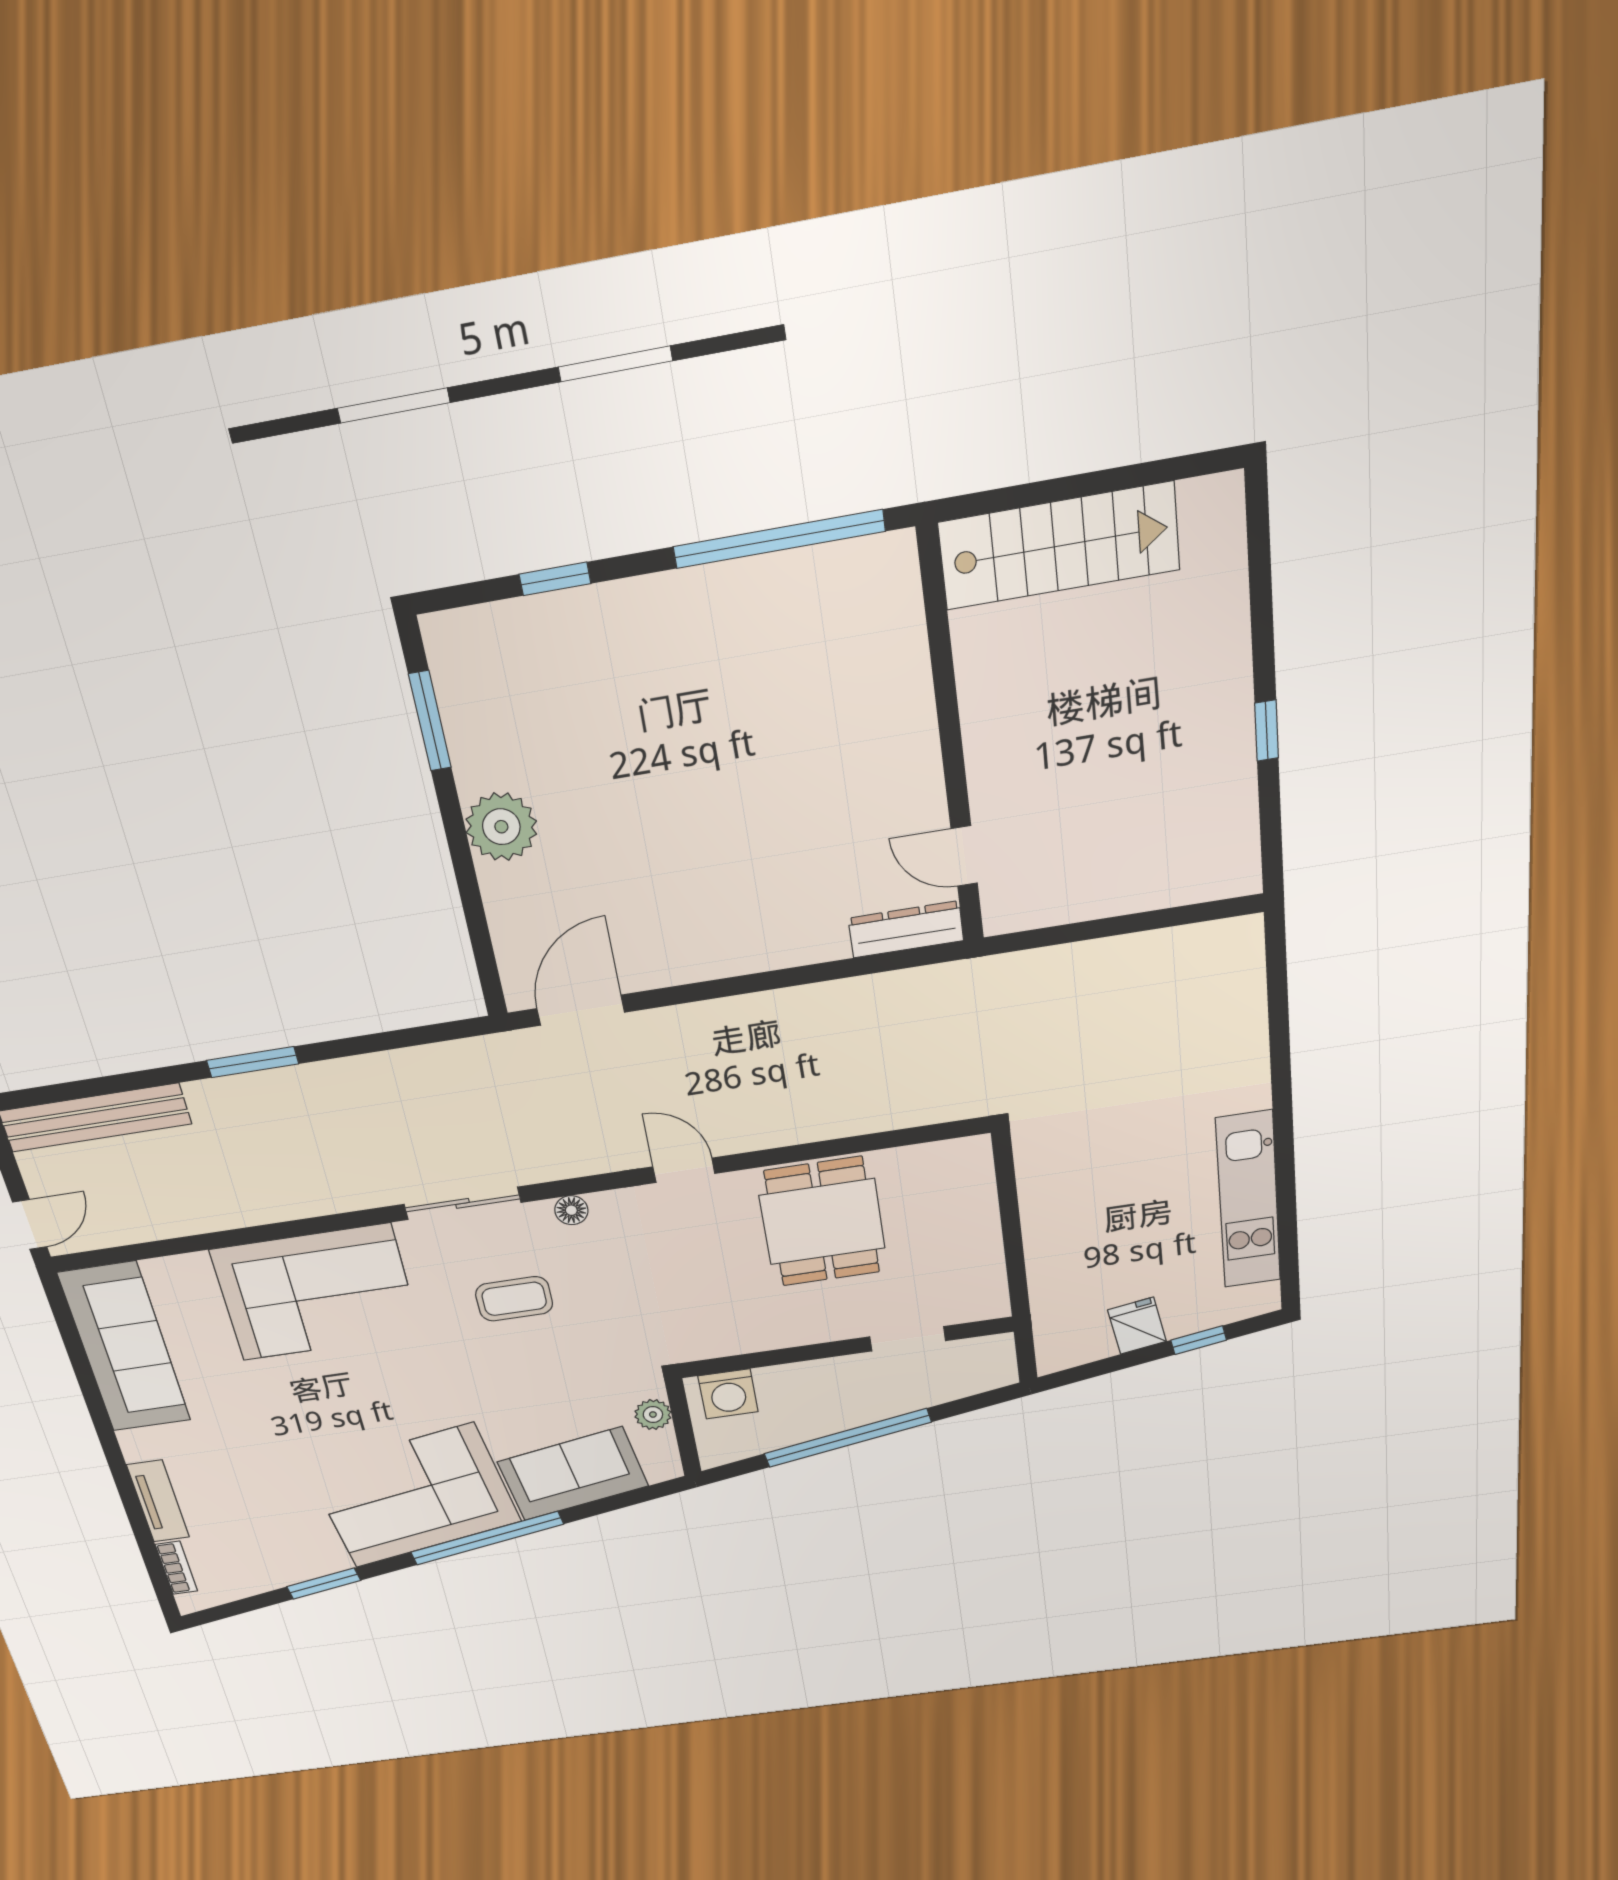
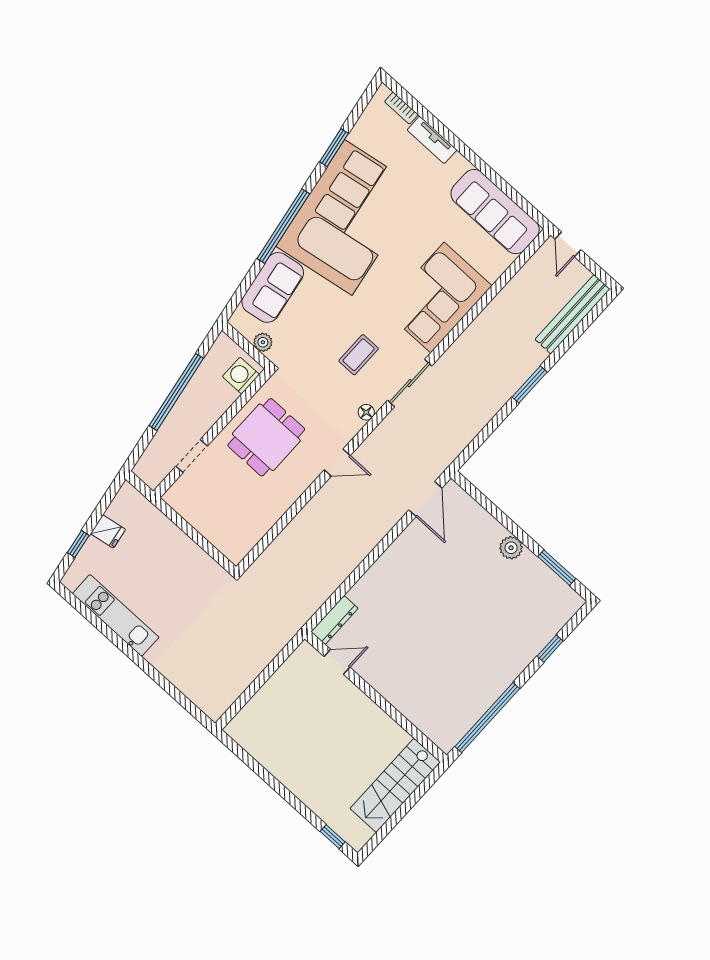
window: (1267, 731) -> (333, 837), moved
plant: (501, 827) -> (511, 548), width x0.73, depth x0.73
dining table: (822, 1222) -> (266, 437), moved, turned 90
corner sofa: (414, 1496) -> (348, 217), width x1.36, depth x1.36

